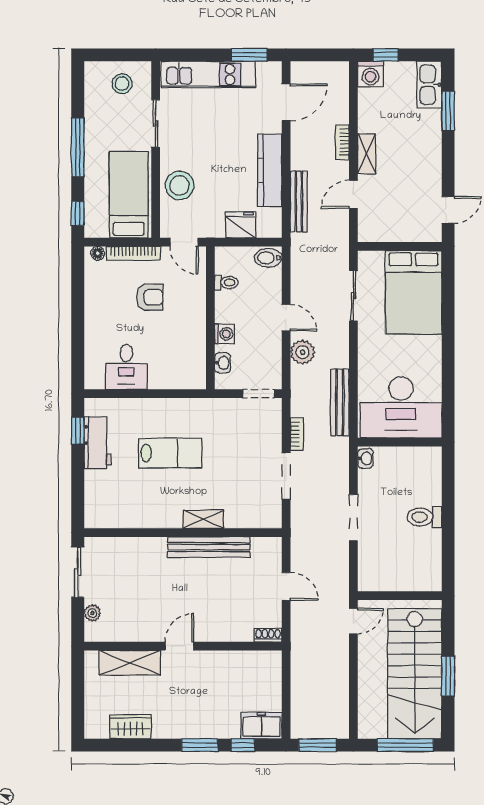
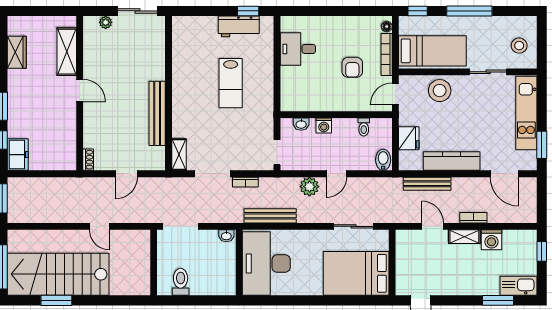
washing machine: (371, 74) -> (491, 240), moved, turned -90
shelving: (203, 519) -> (179, 155), moved
wall: (400, 596) -> (154, 263), moved

